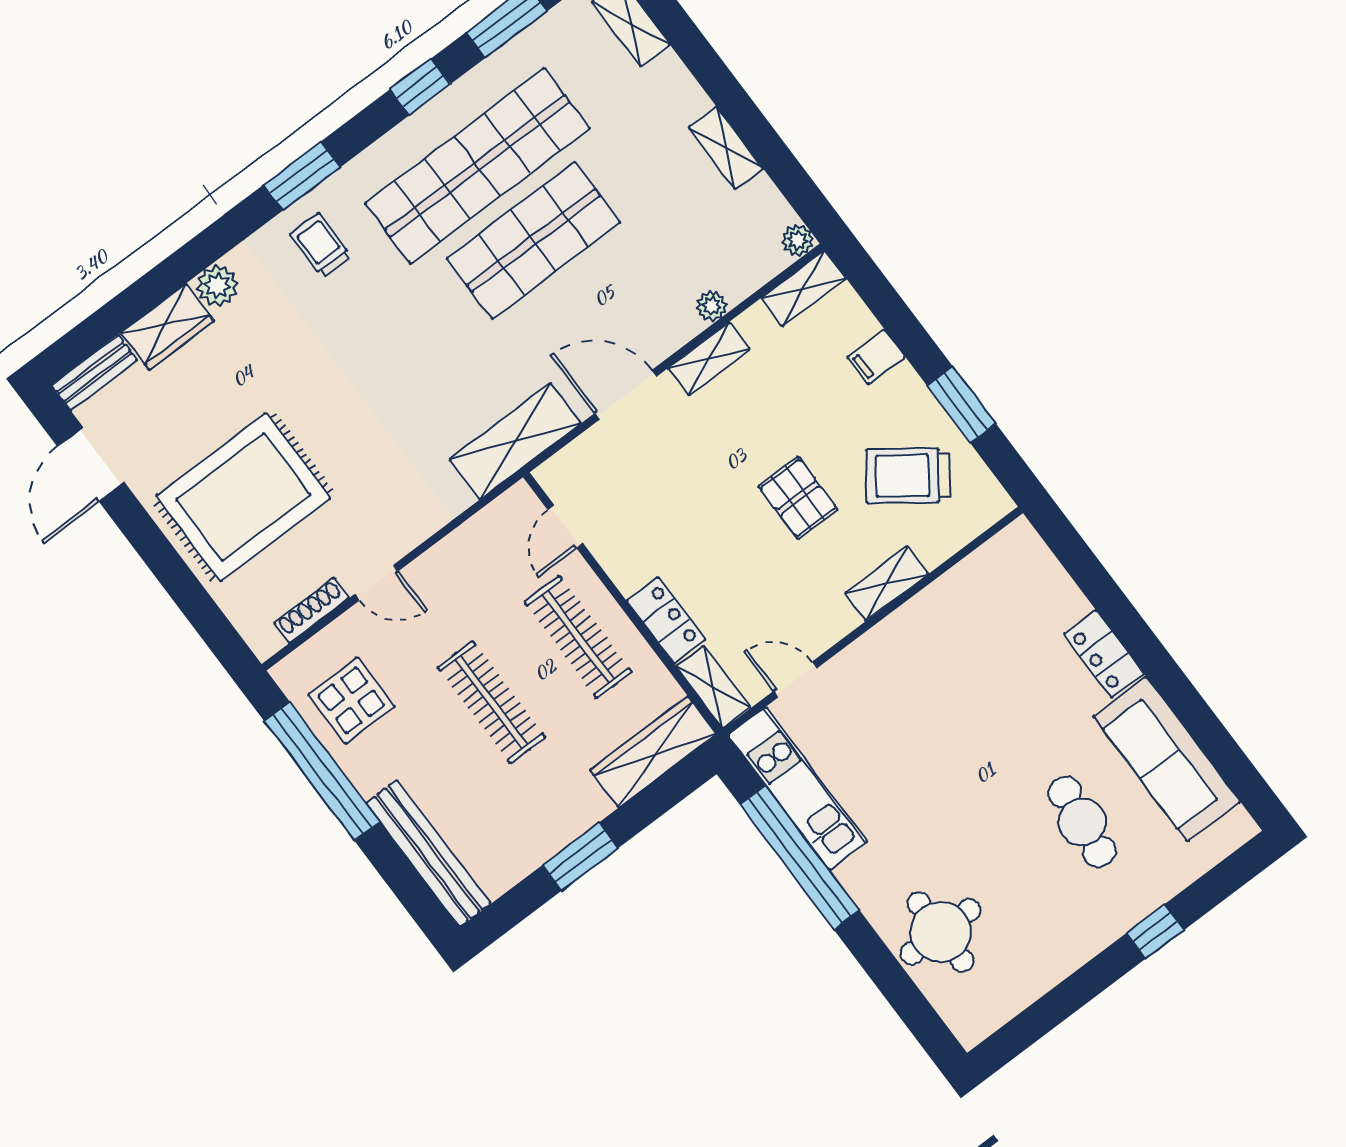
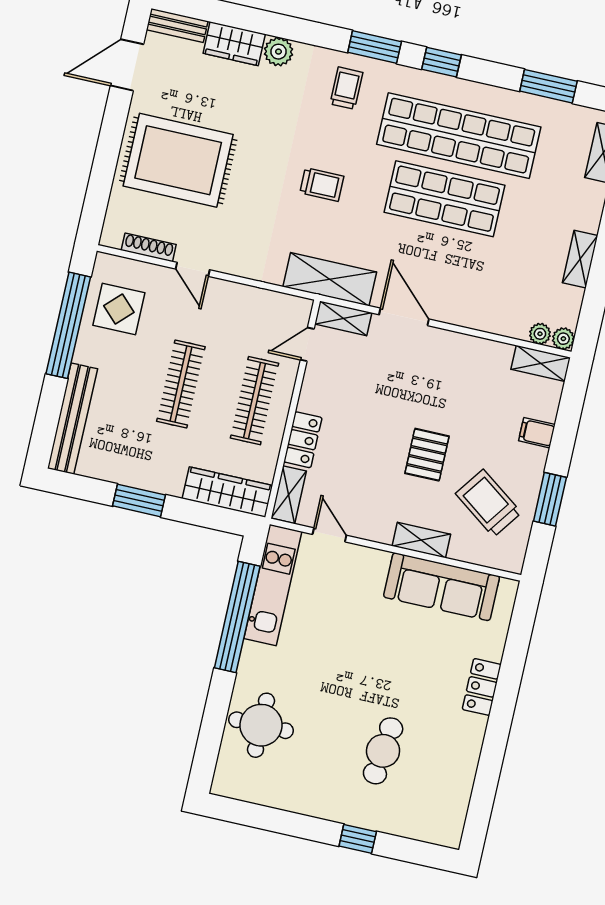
window: (420, 87) -> (441, 62), moved
plant: (712, 306) -> (540, 334), moved
shelving: (709, 359) -> (343, 318), moved
trolley: (404, 362) -> (322, 184), added
sofa: (1167, 759) -> (442, 587), moved, turned -90

